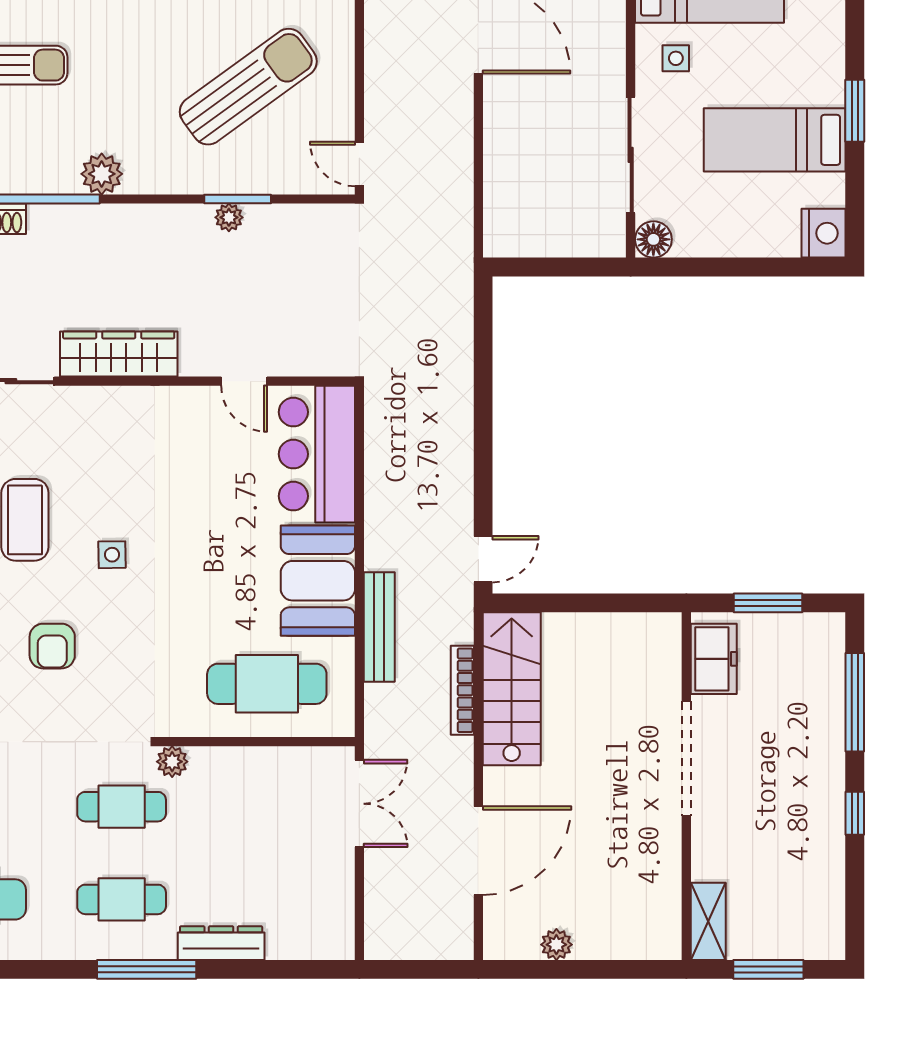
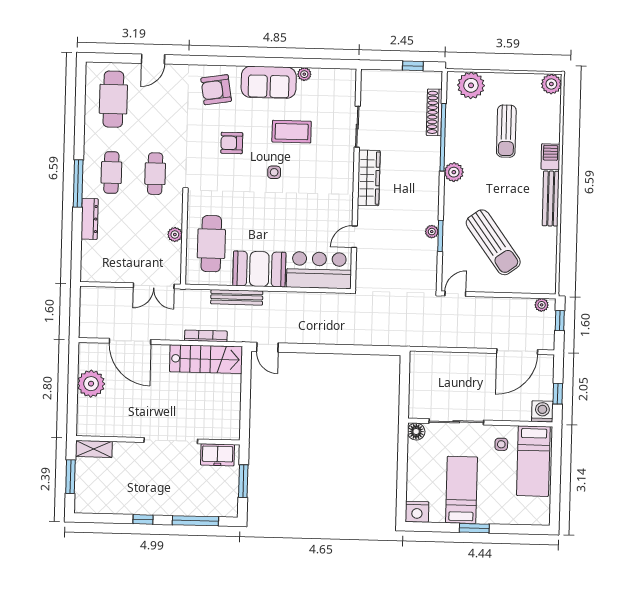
plant: (172, 762) -> (175, 235), moved
plant: (556, 945) -> (91, 384), width x1.88, depth x1.88

